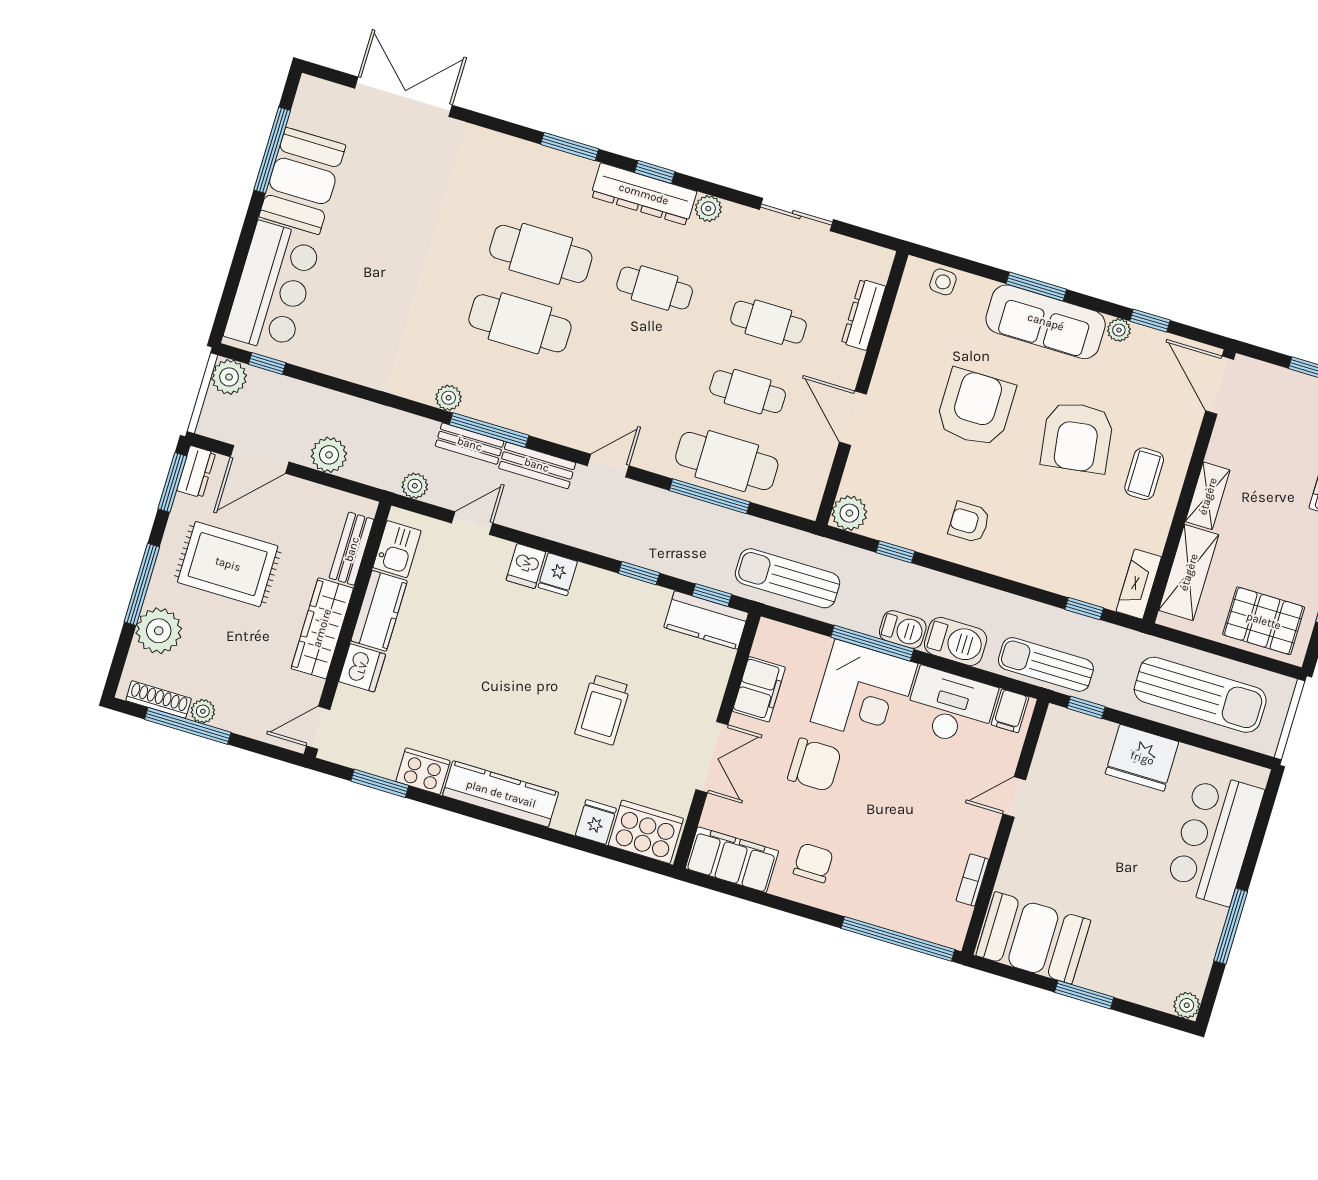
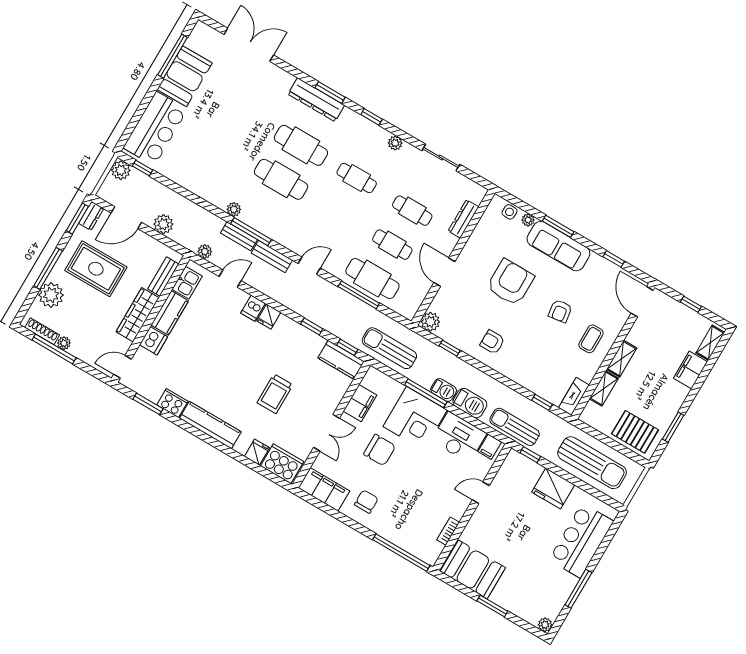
dresser: (644, 194) -> (316, 100), moved
plant: (1119, 330) -> (528, 220), moved
armchair: (1077, 437) -> (560, 311), width x0.53, depth x0.53
shelving: (1189, 572) -> (604, 388), width x0.67, depth x0.75

